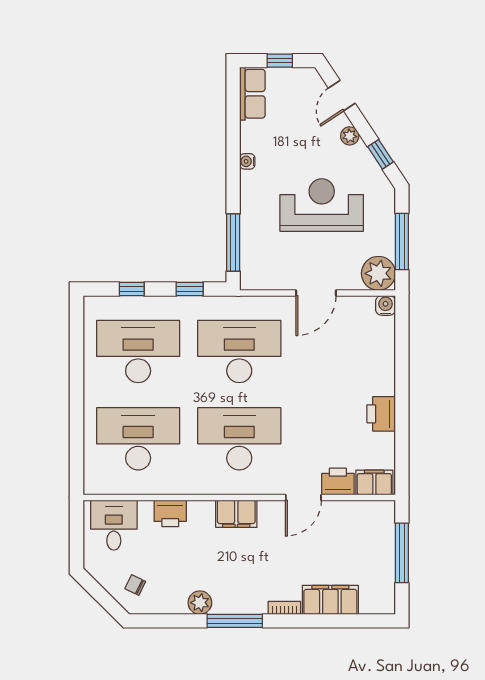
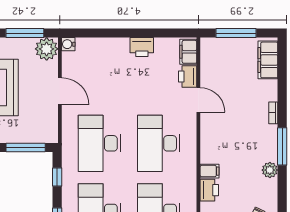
filing cabinet: (236, 514) -> (209, 171), moved, width x0.50
filing cabinet: (330, 600) -> (268, 60), moved

